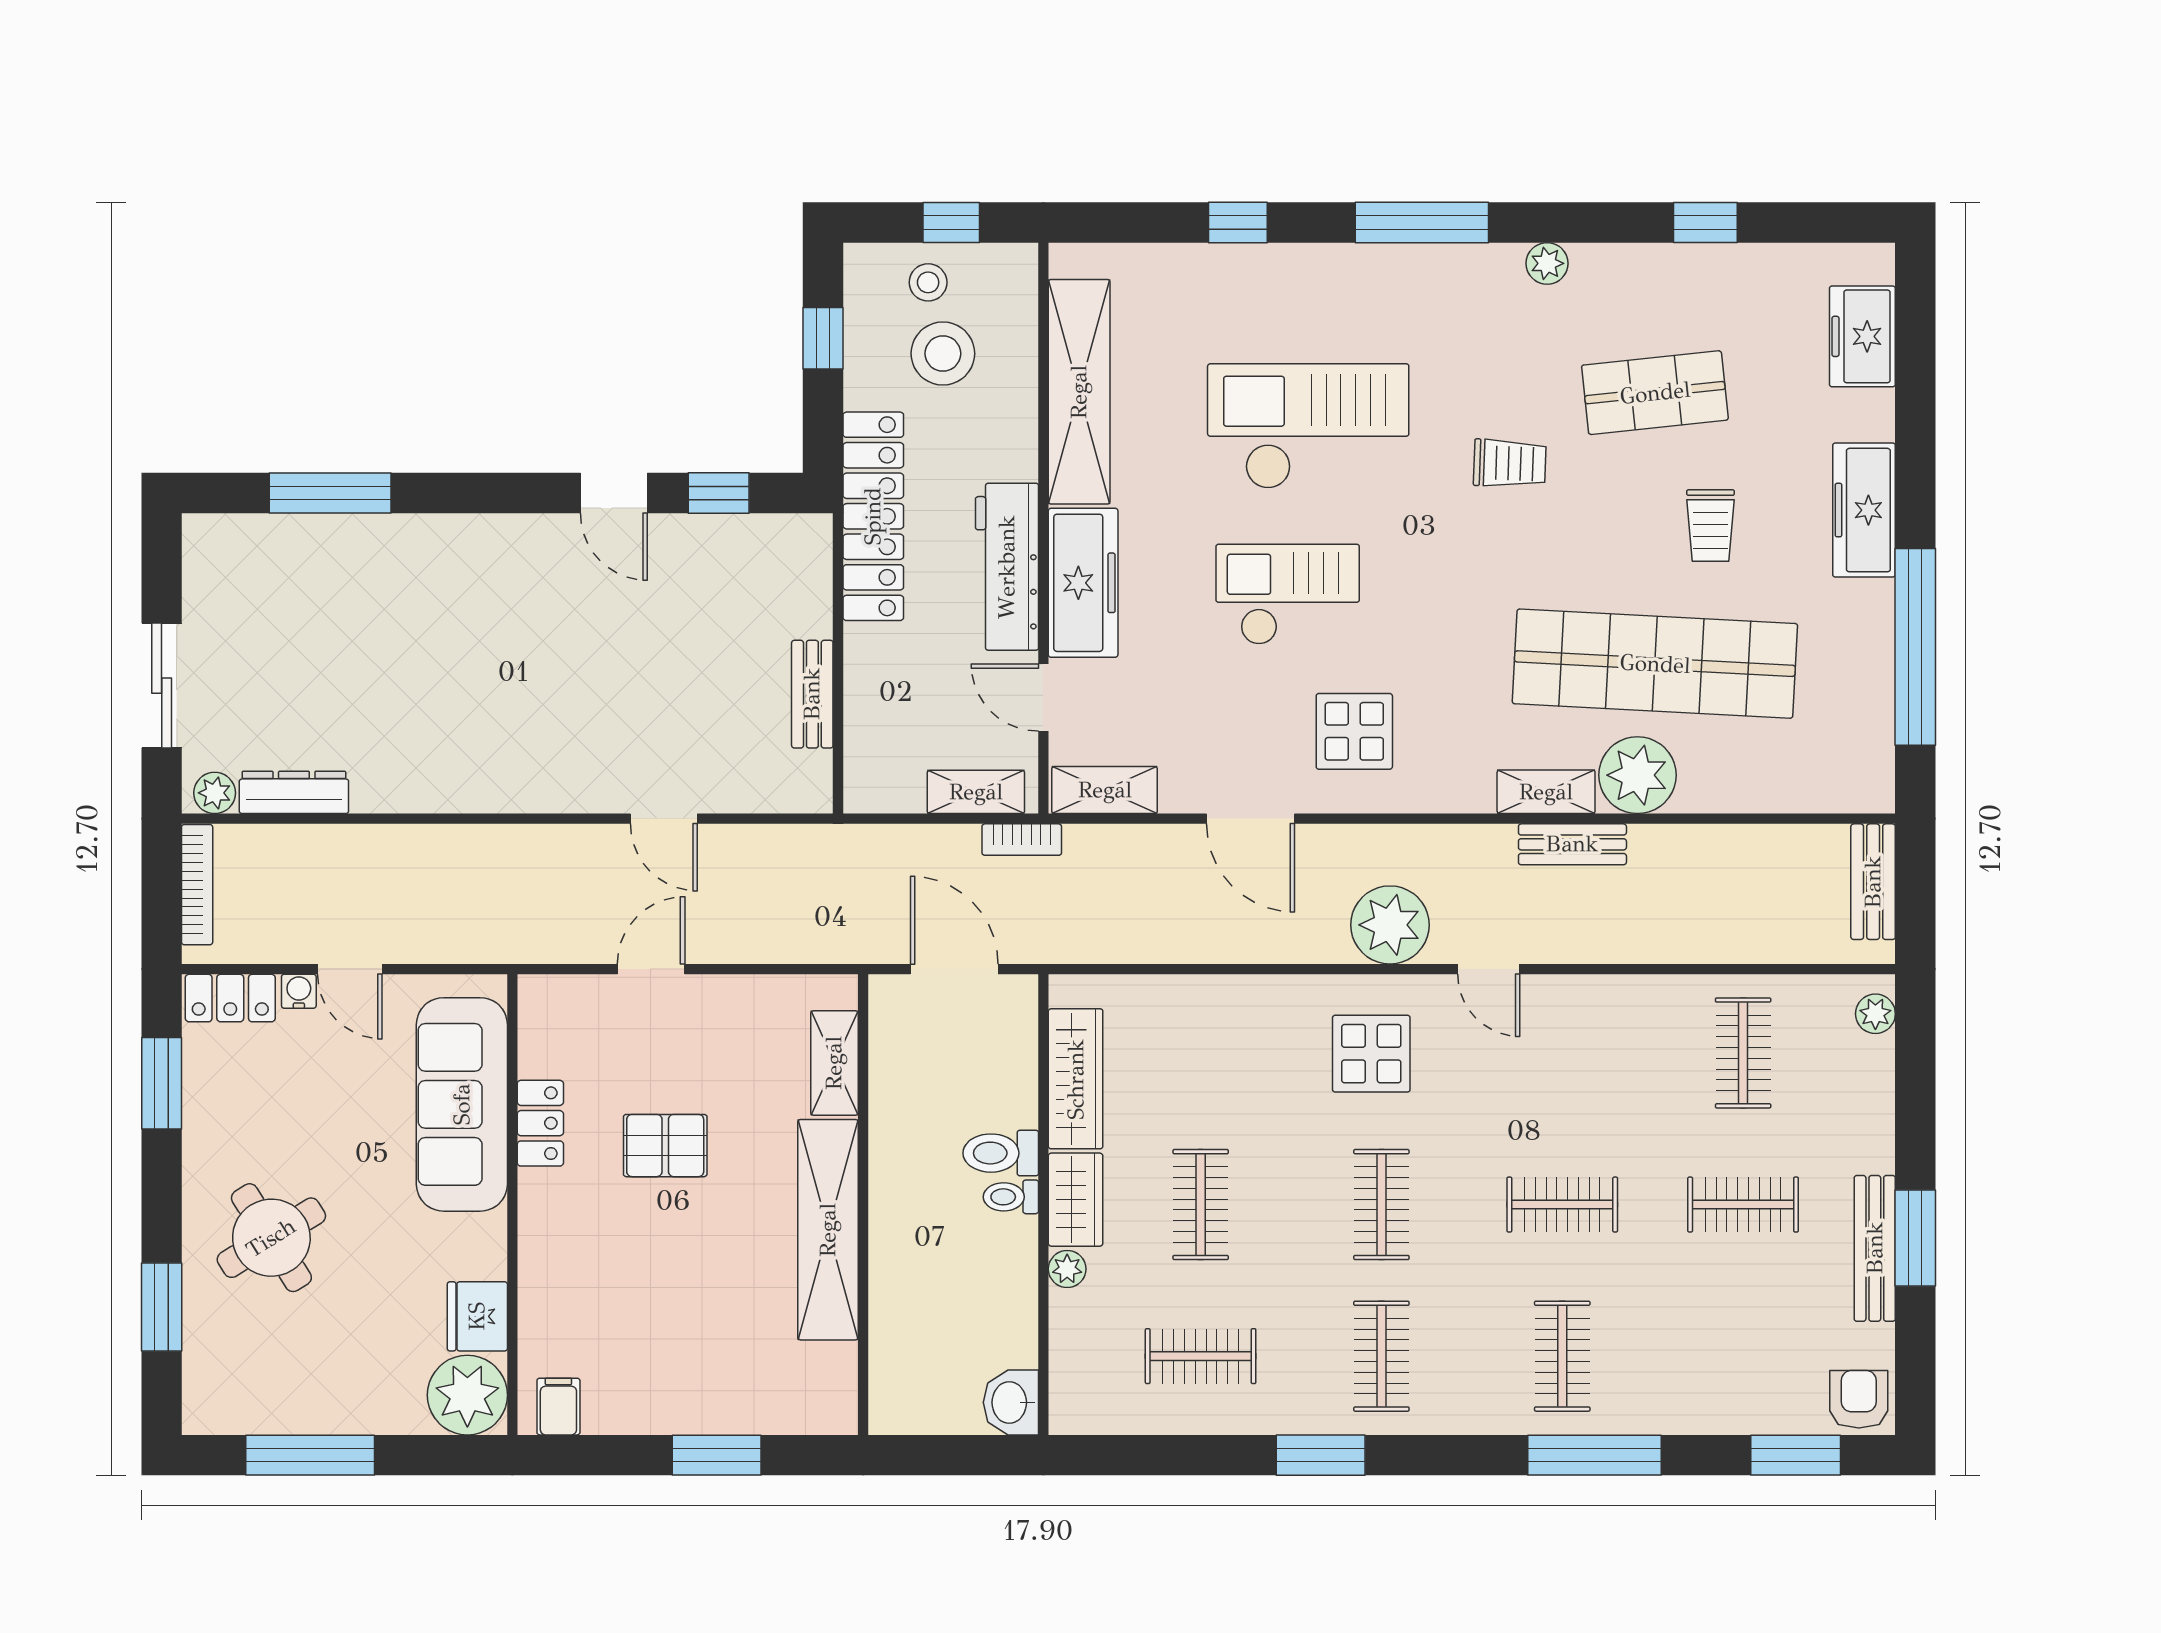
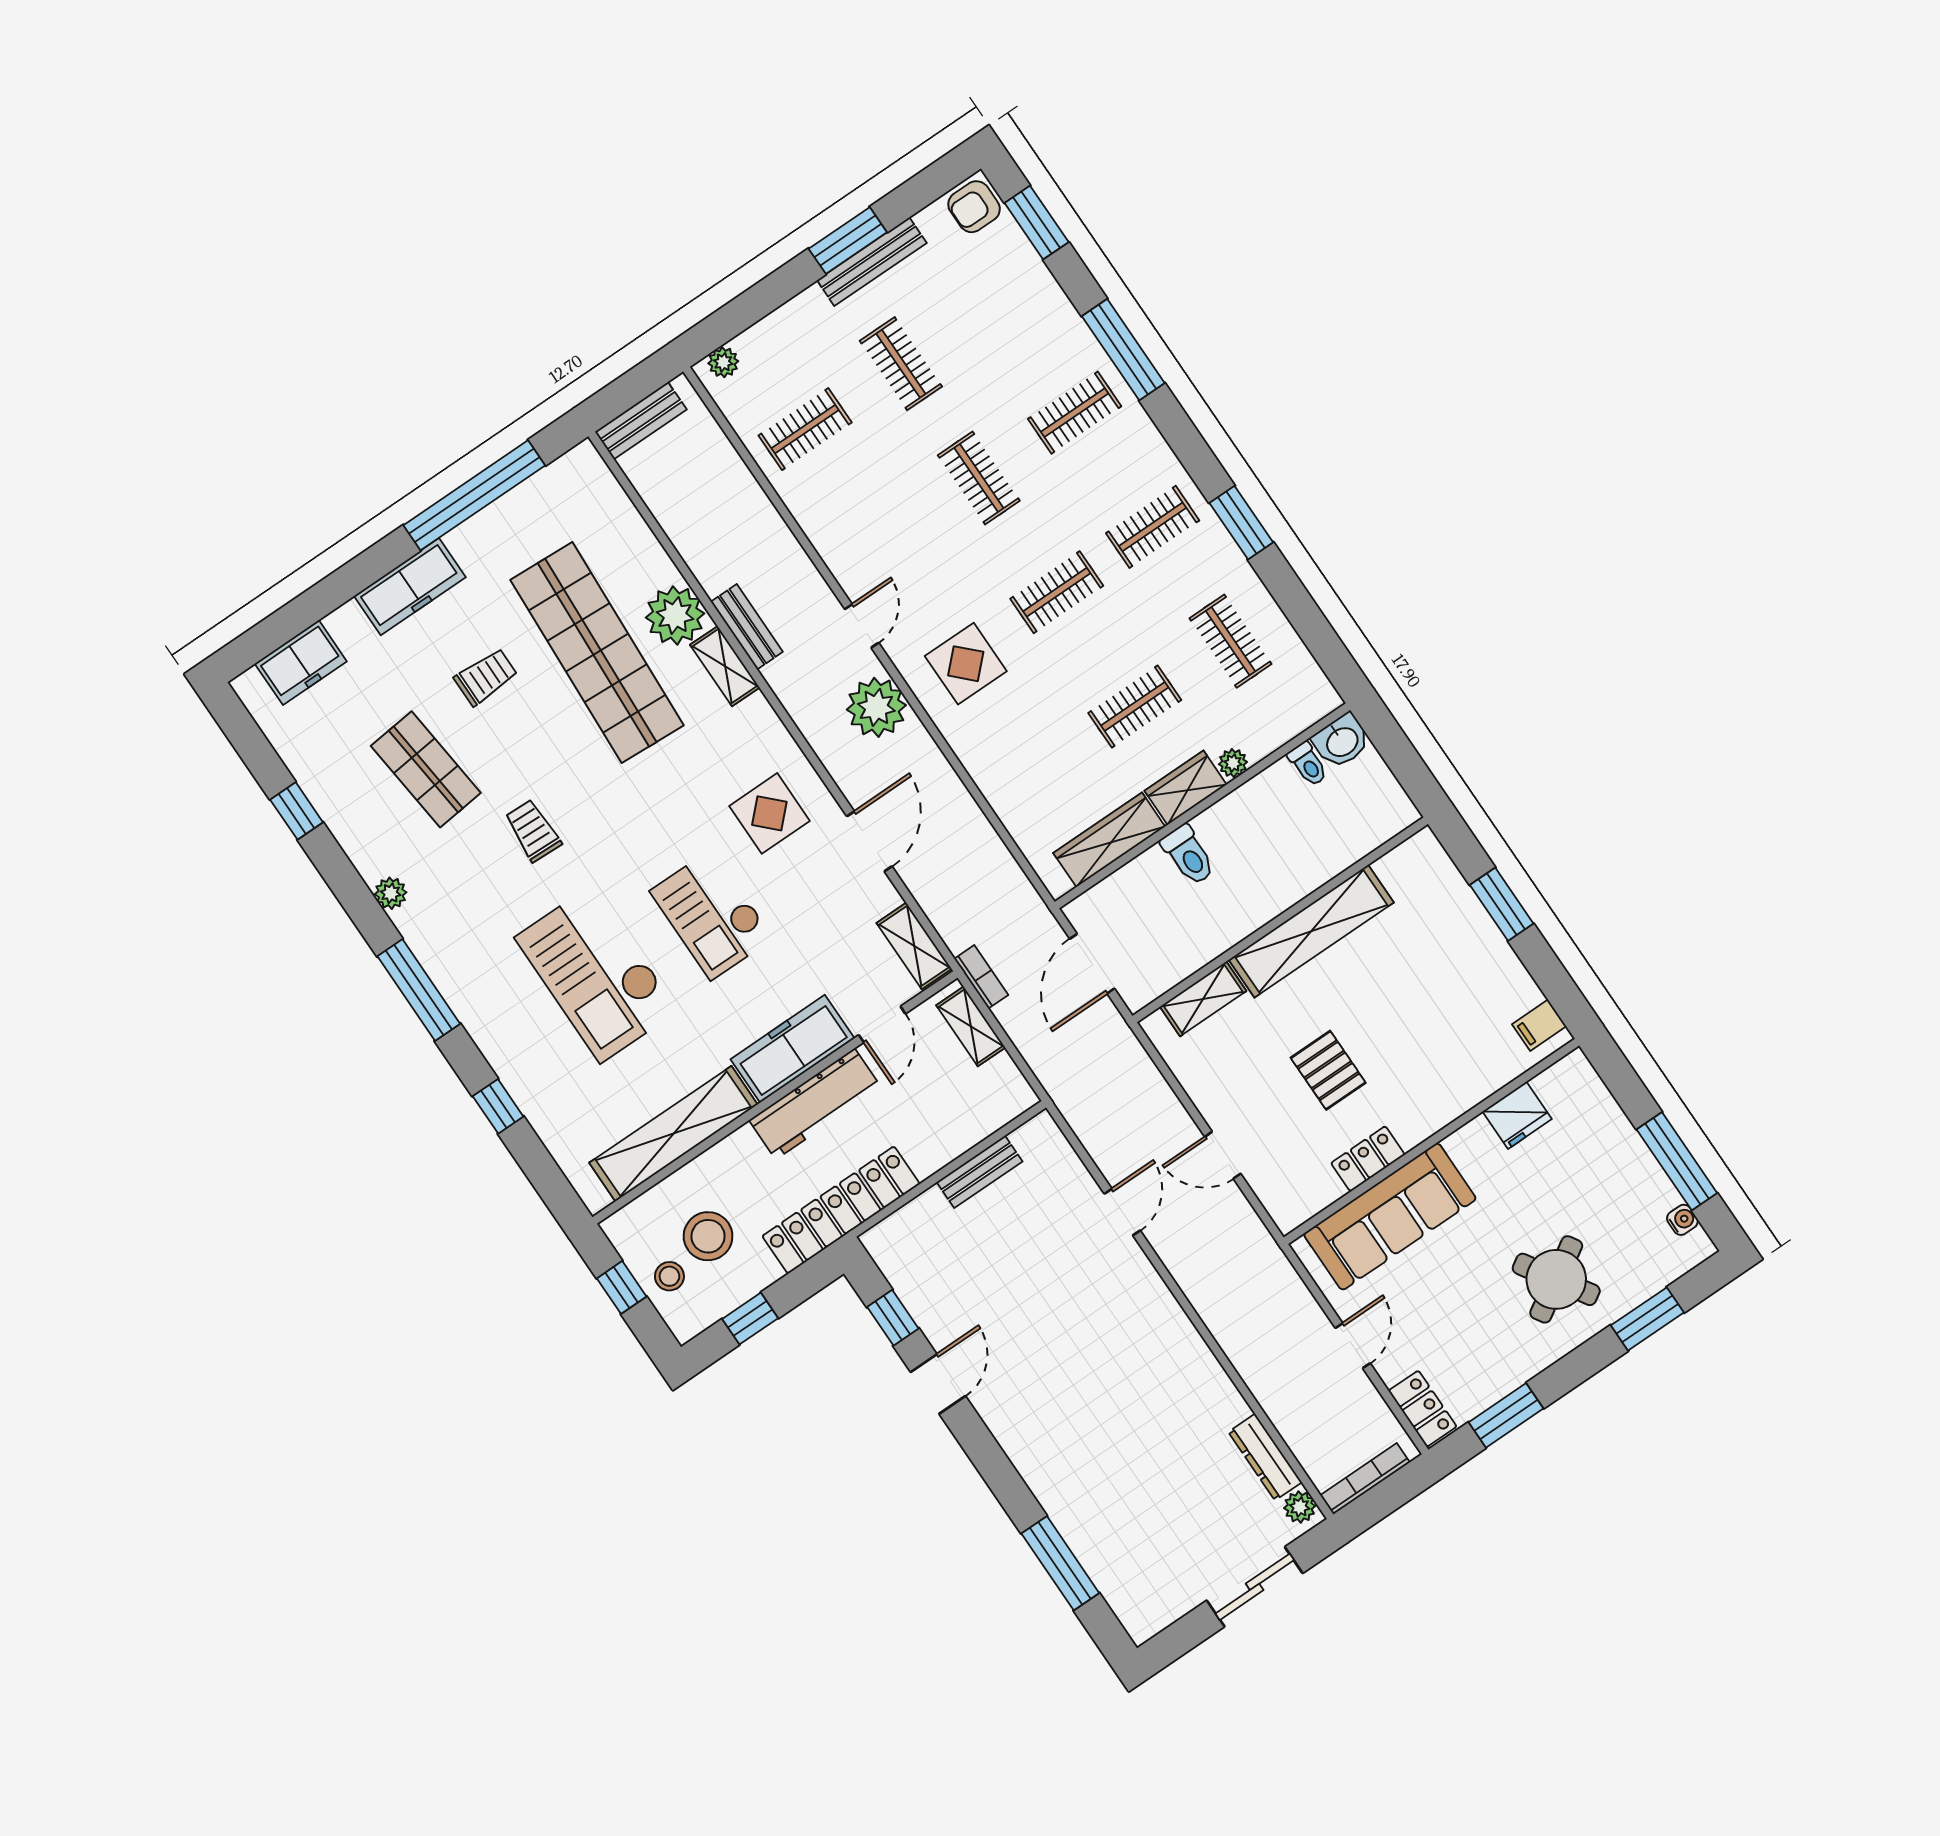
water cooler: (299, 991) -> (1682, 1220), moved, turned 180
toilet: (1011, 1197) -> (1308, 764), moved
plant: (467, 1395) -> (1571, 1088), removed

